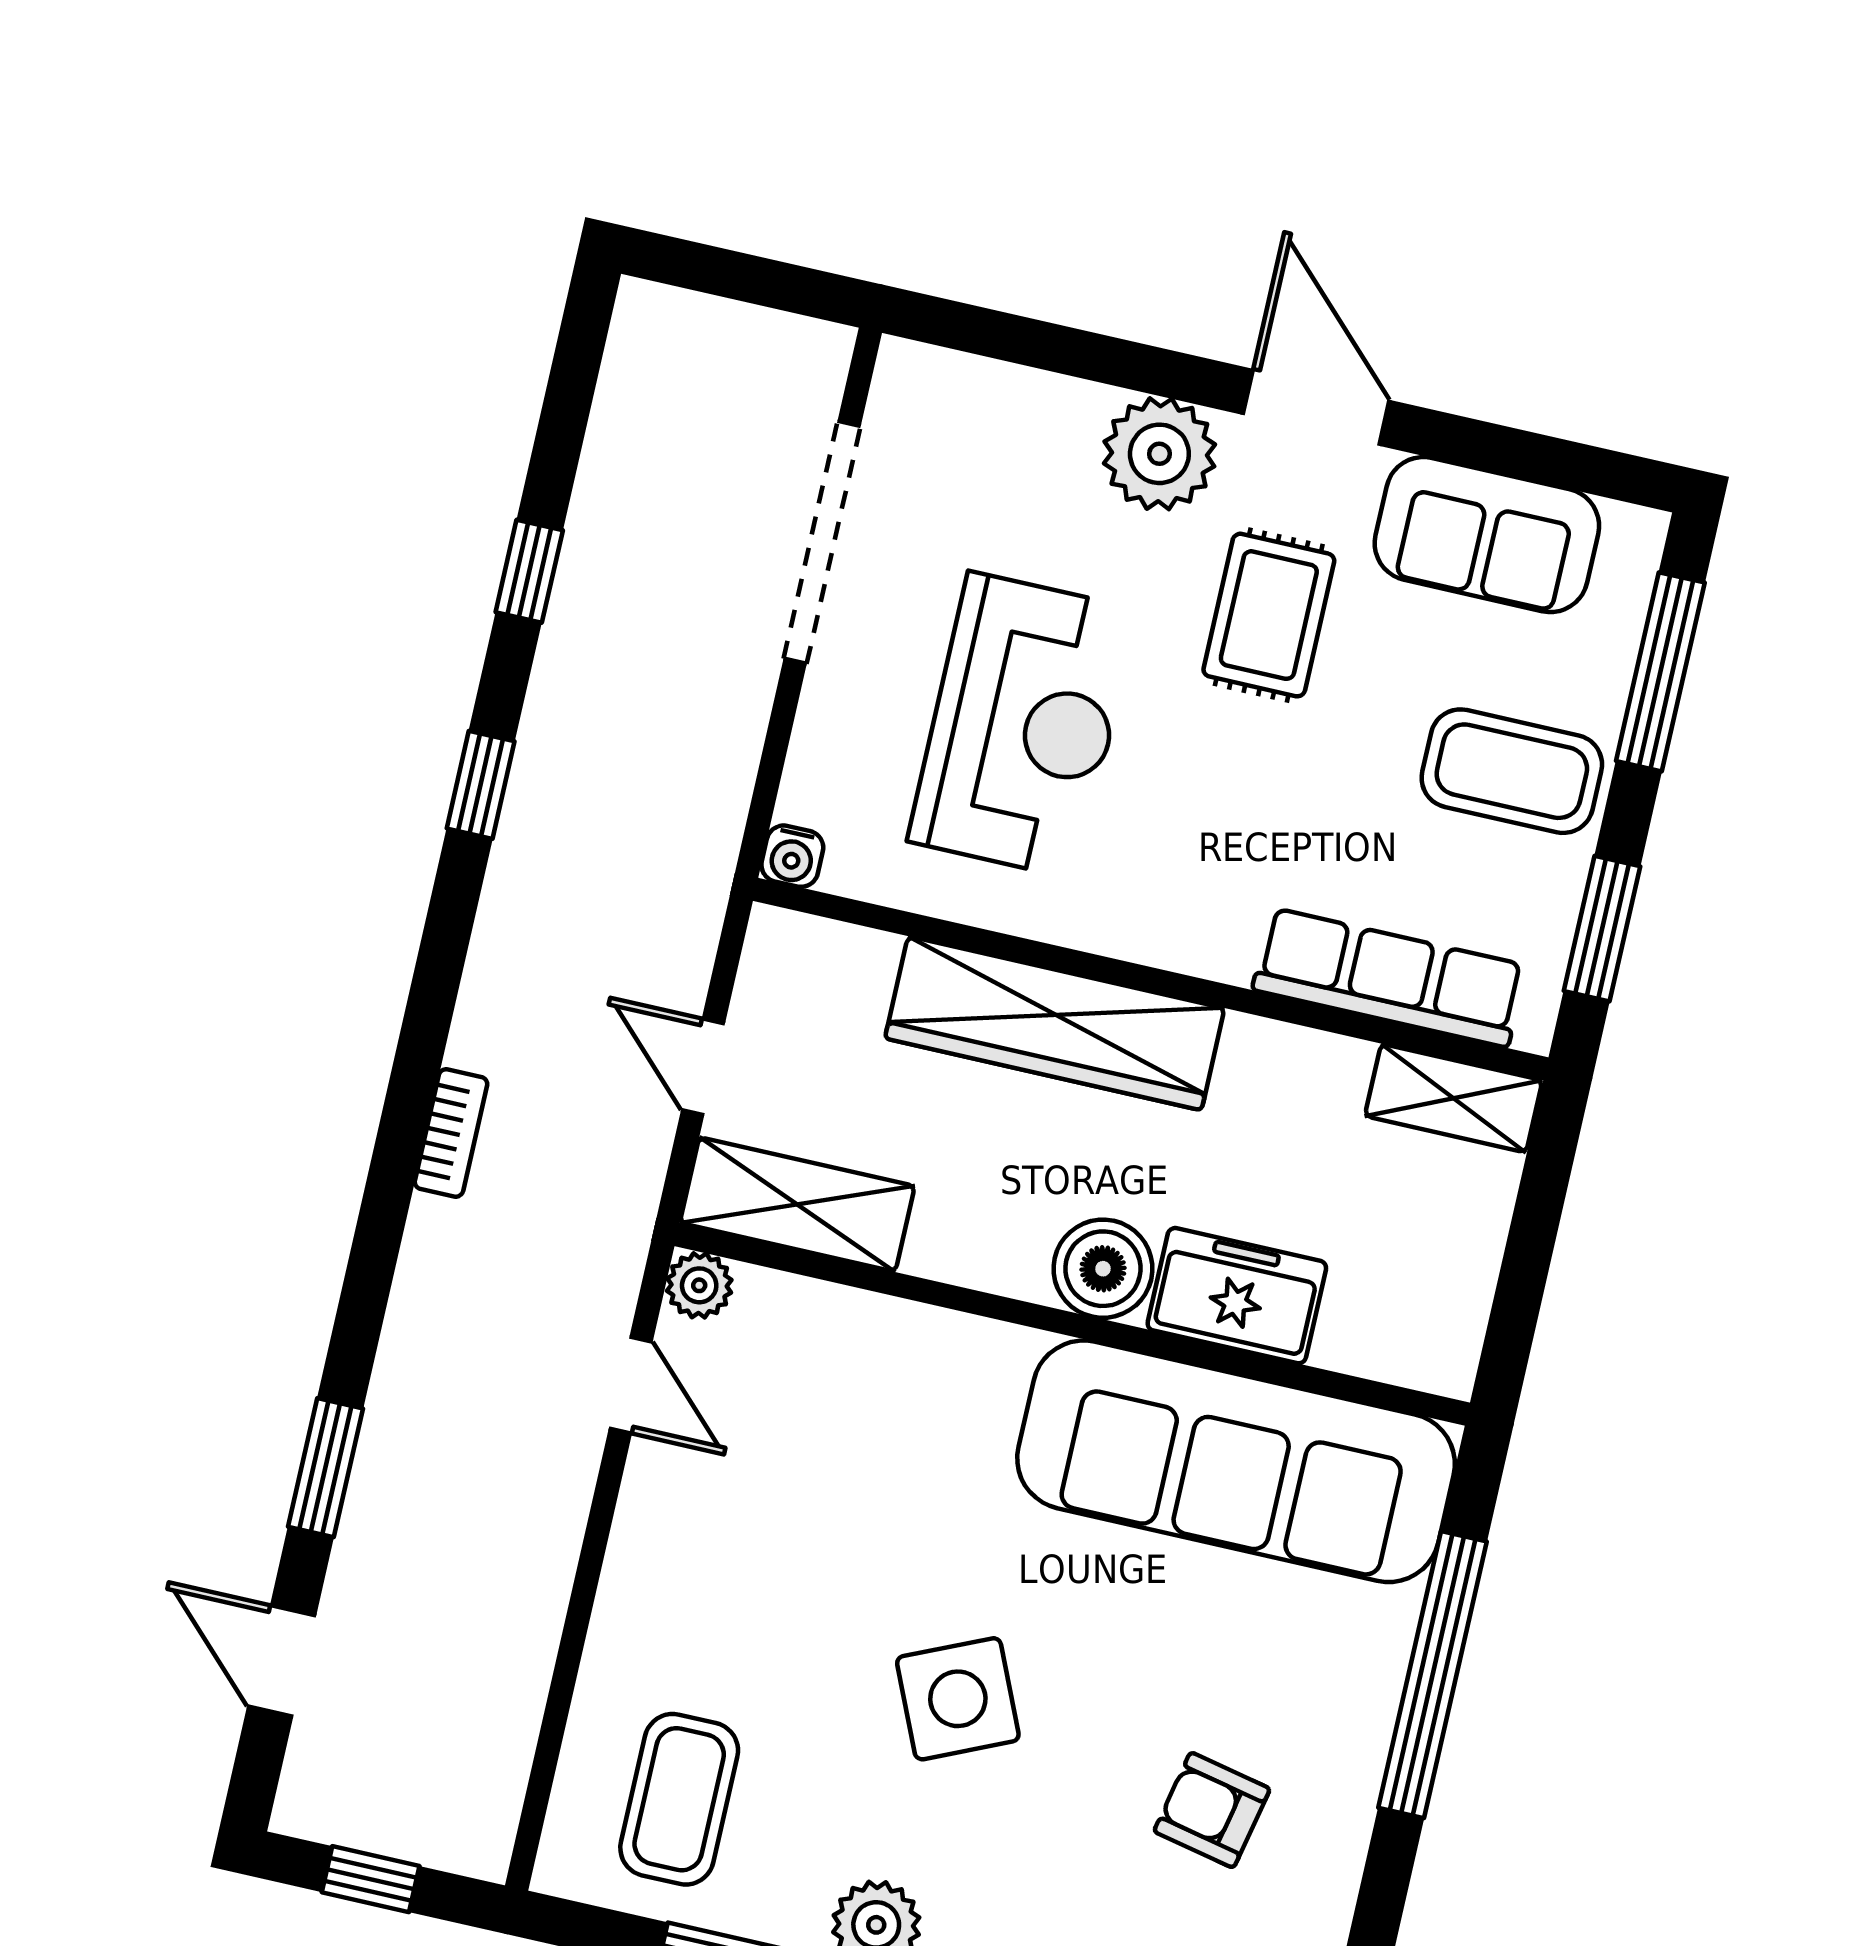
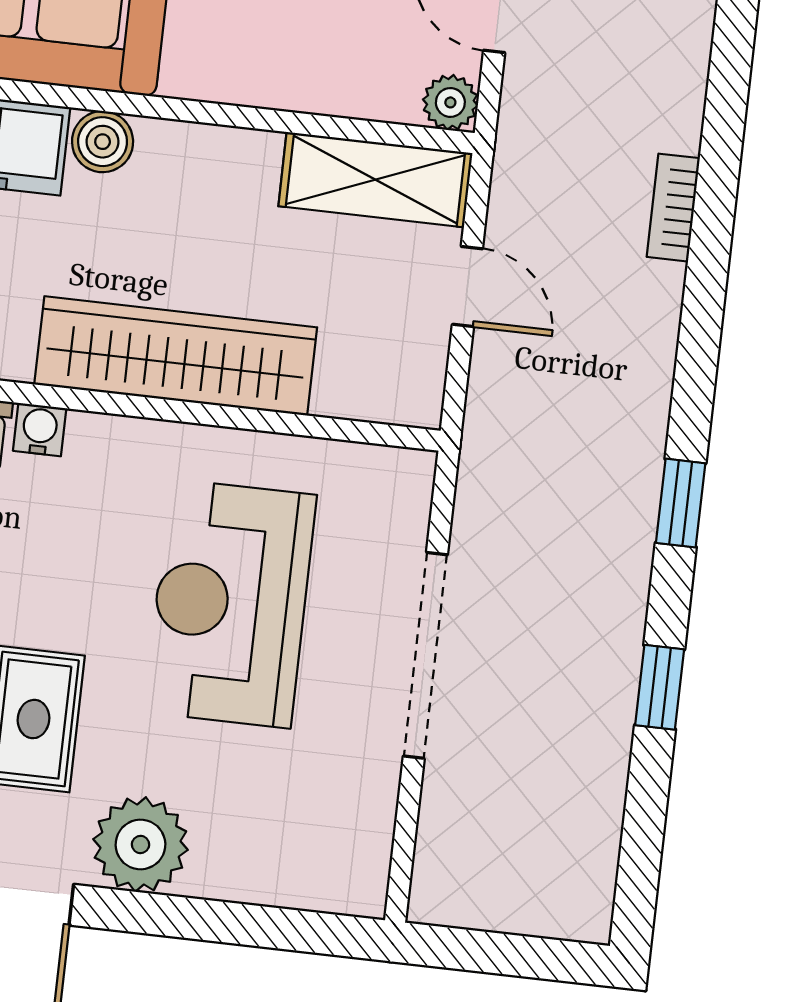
doorway: (822, 542) -> (425, 655), moved
water cooler: (792, 856) -> (40, 430), moved
boiler: (1103, 1269) -> (103, 142), width x0.73, depth x0.73

